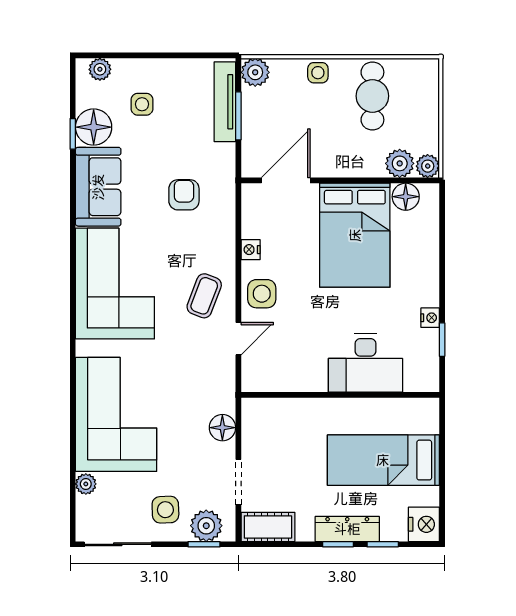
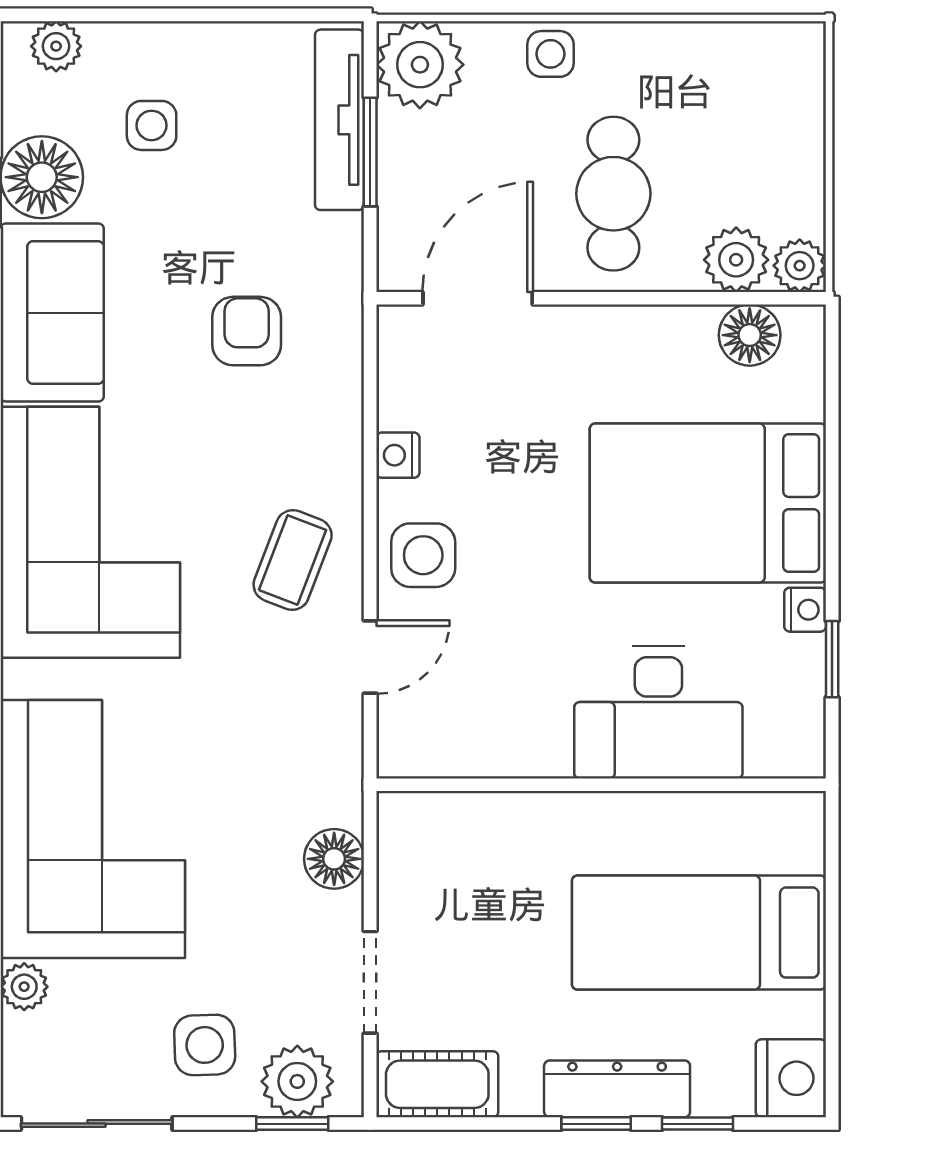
plant: (255, 72) -> (420, 65), width x1.36, depth x1.36
cafe table: (372, 96) -> (613, 194), moved
bed: (355, 235) -> (708, 503), moved, turned 90

